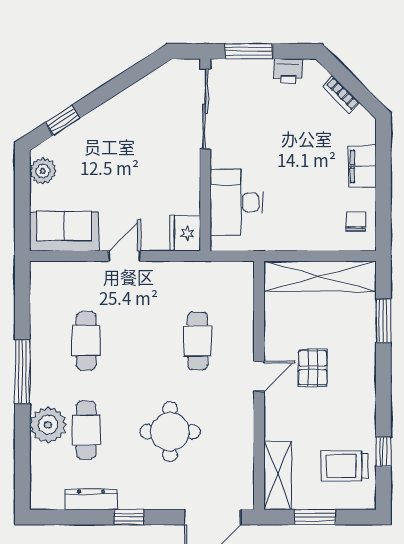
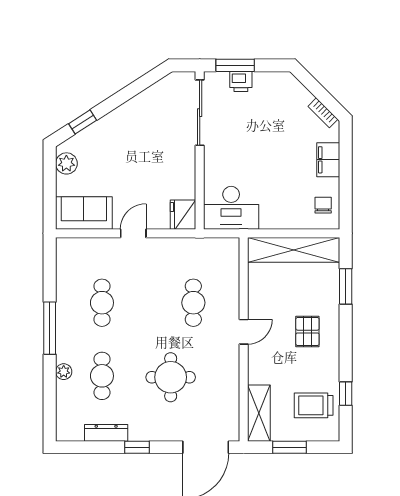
printer: (288, 71) -> (241, 81), moved
bookcase: (341, 95) -> (323, 113), moved
desk: (237, 202) -> (231, 208), moved, turned -90
pallet: (313, 368) -> (307, 332), moved
plant: (48, 425) -> (64, 372), width x0.53, depth x0.53

